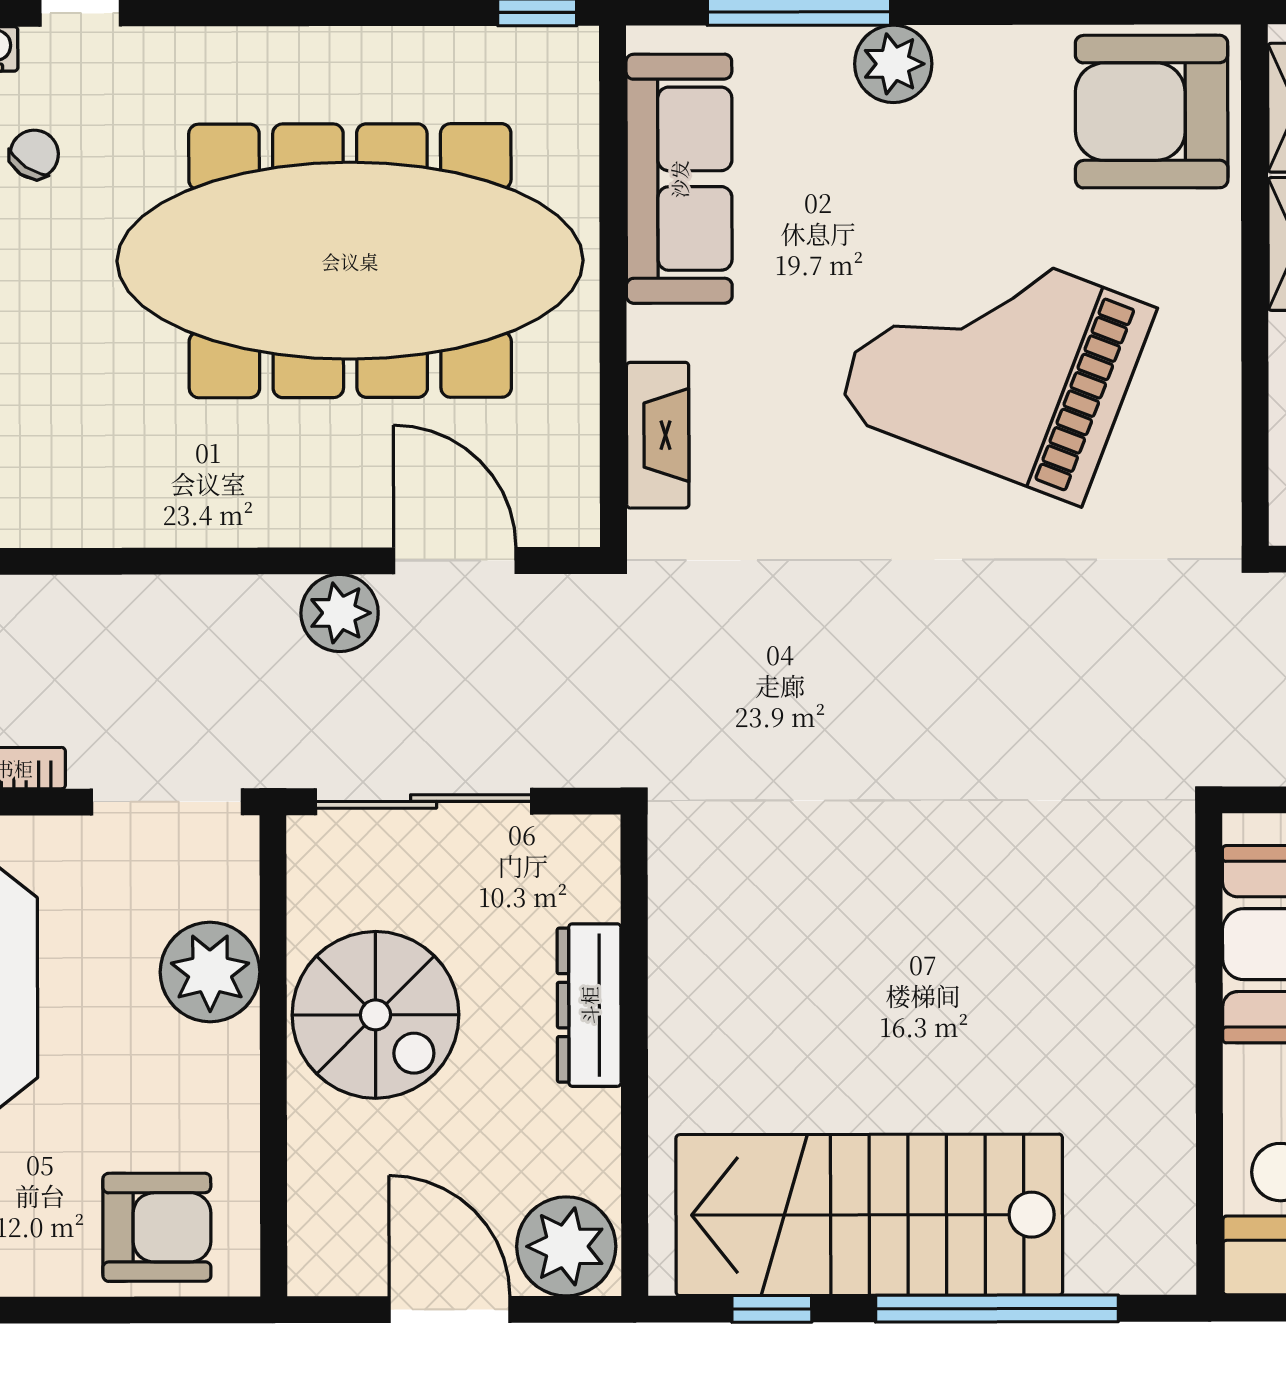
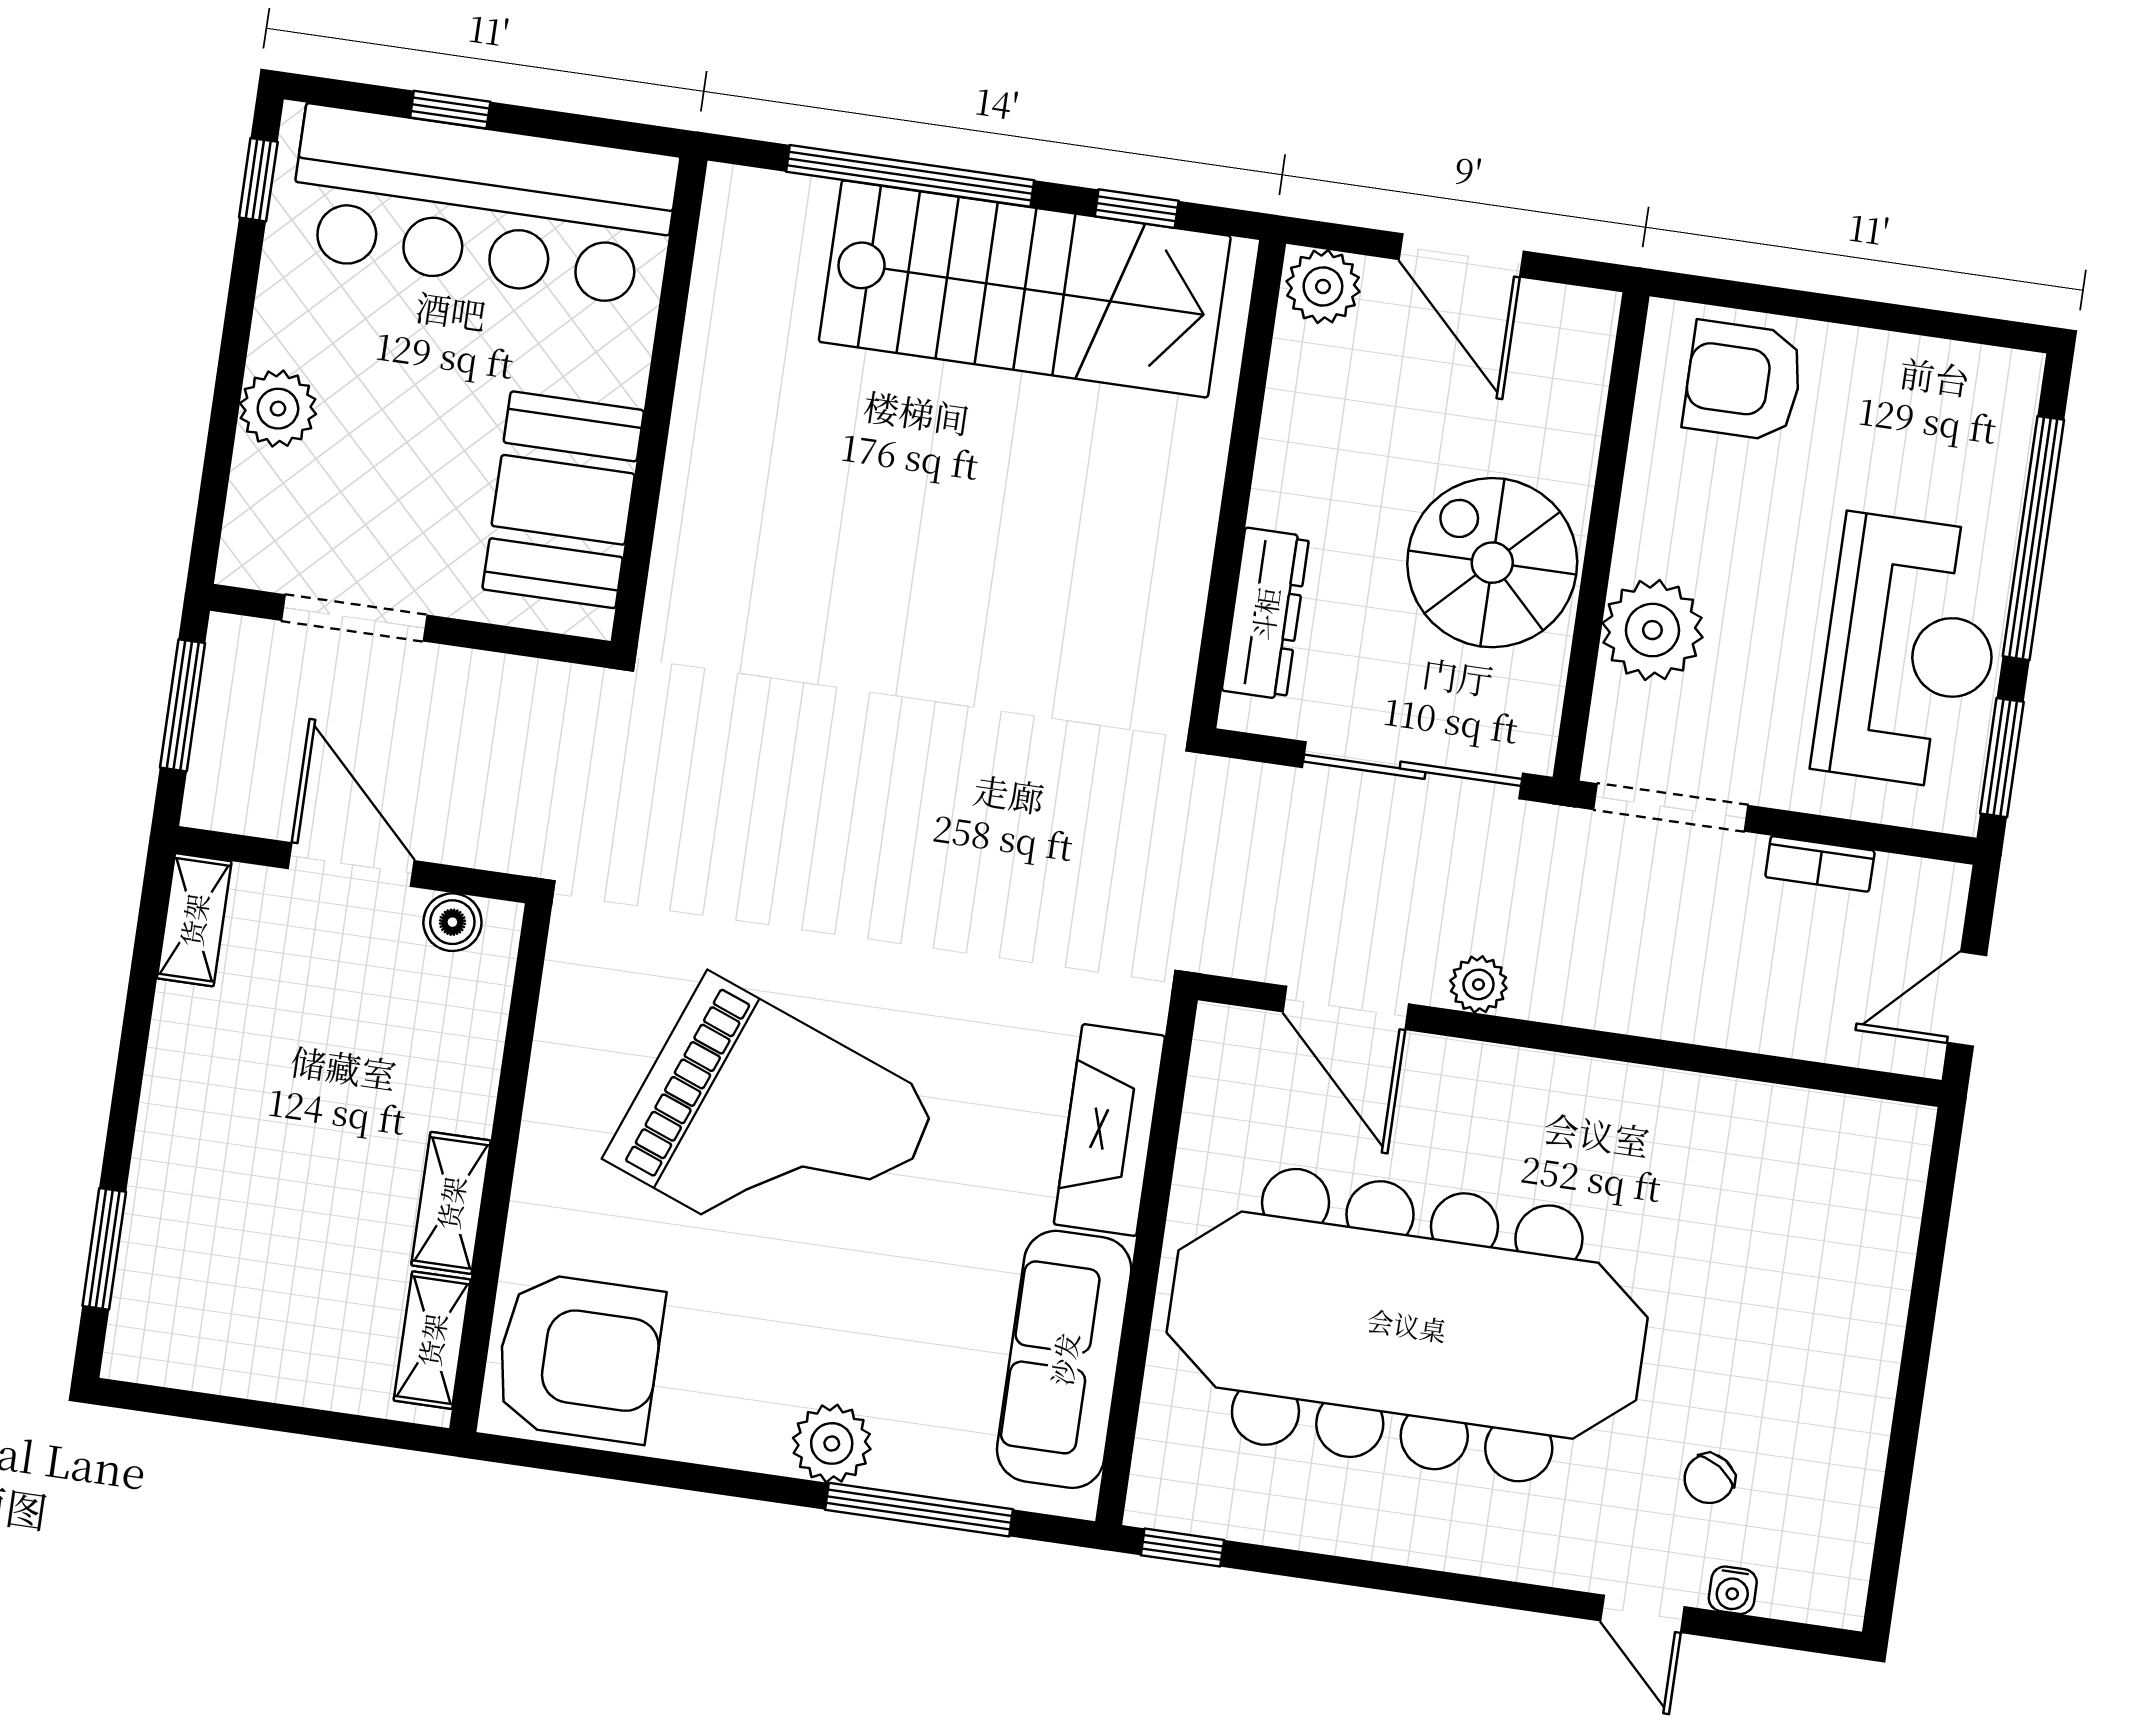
fireplace: (658, 435) -> (1109, 1130), width x1.37, depth x1.32
plant: (340, 613) -> (1478, 984), width x0.73, depth x0.73
dresser: (589, 1005) -> (1265, 614), moved
plant: (566, 1246) -> (1323, 286), width x0.73, depth x0.73

